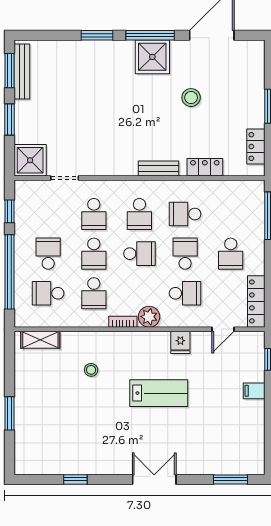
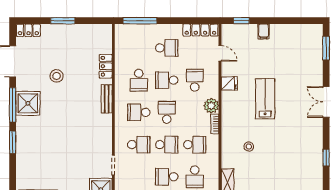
locker: (256, 146) -> (28, 30), moved
school desk: (139, 214) -> (139, 112), turned 180

